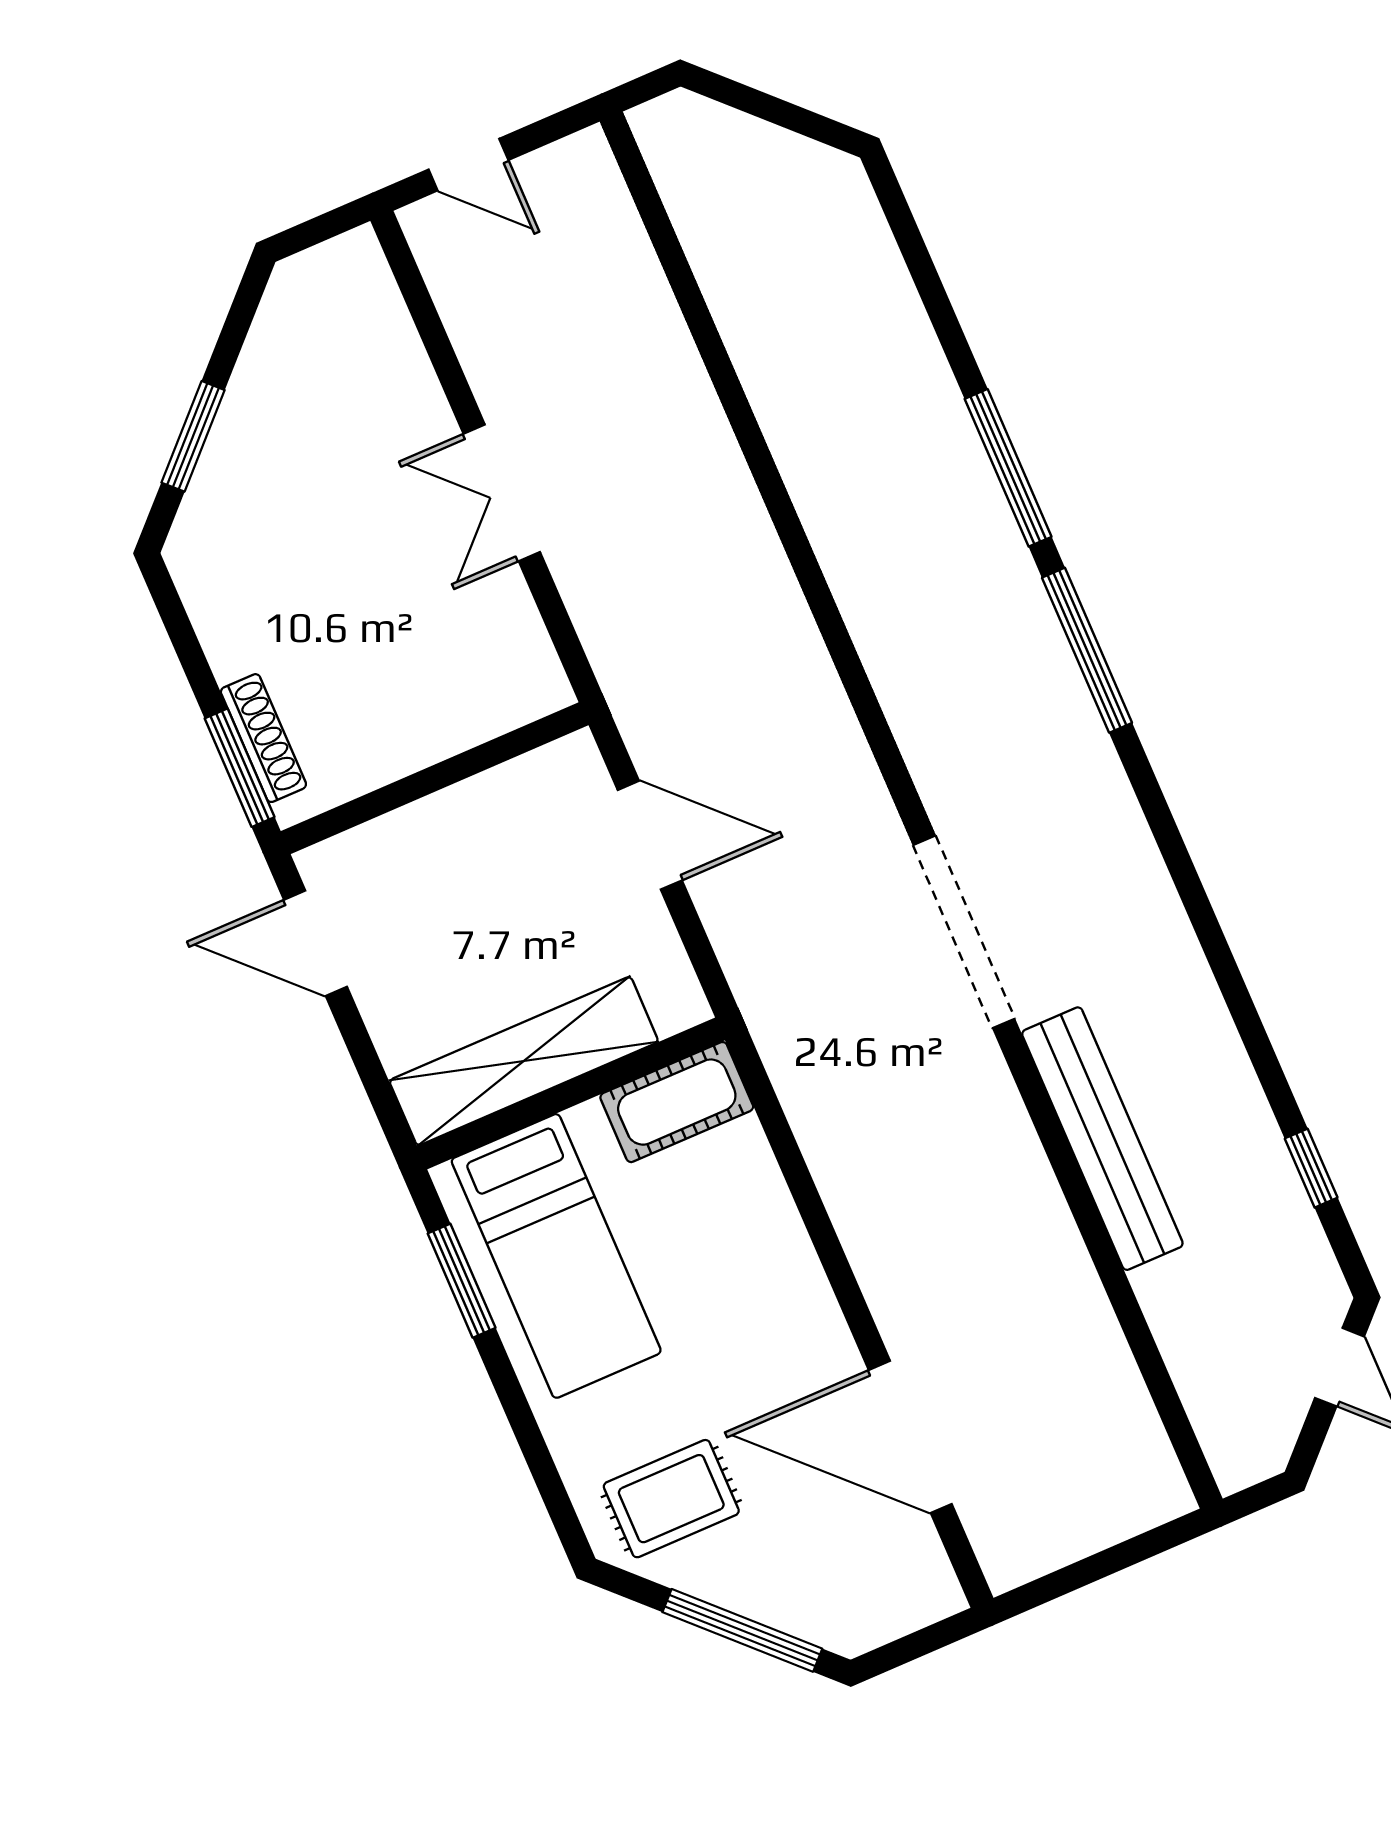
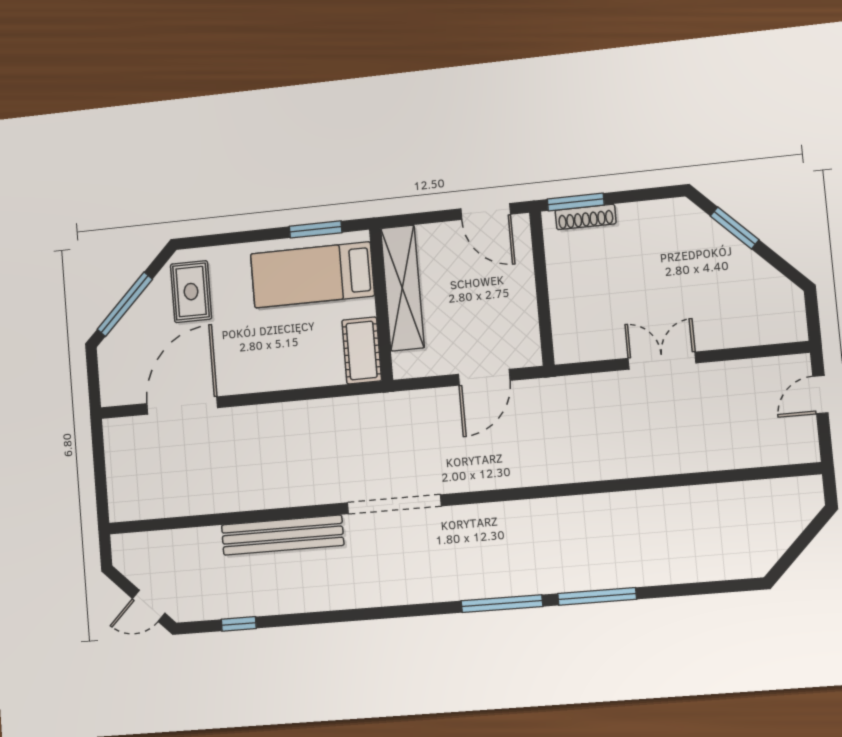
door: (316, 943) -> (486, 212), swing flipped

